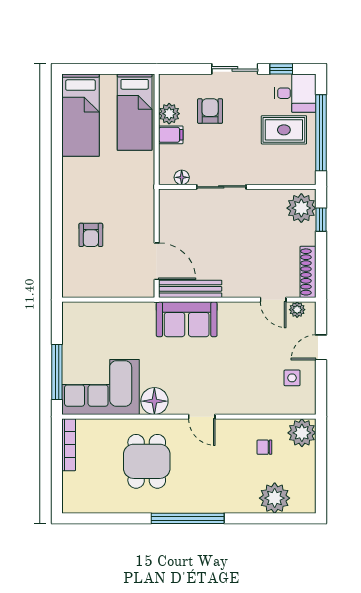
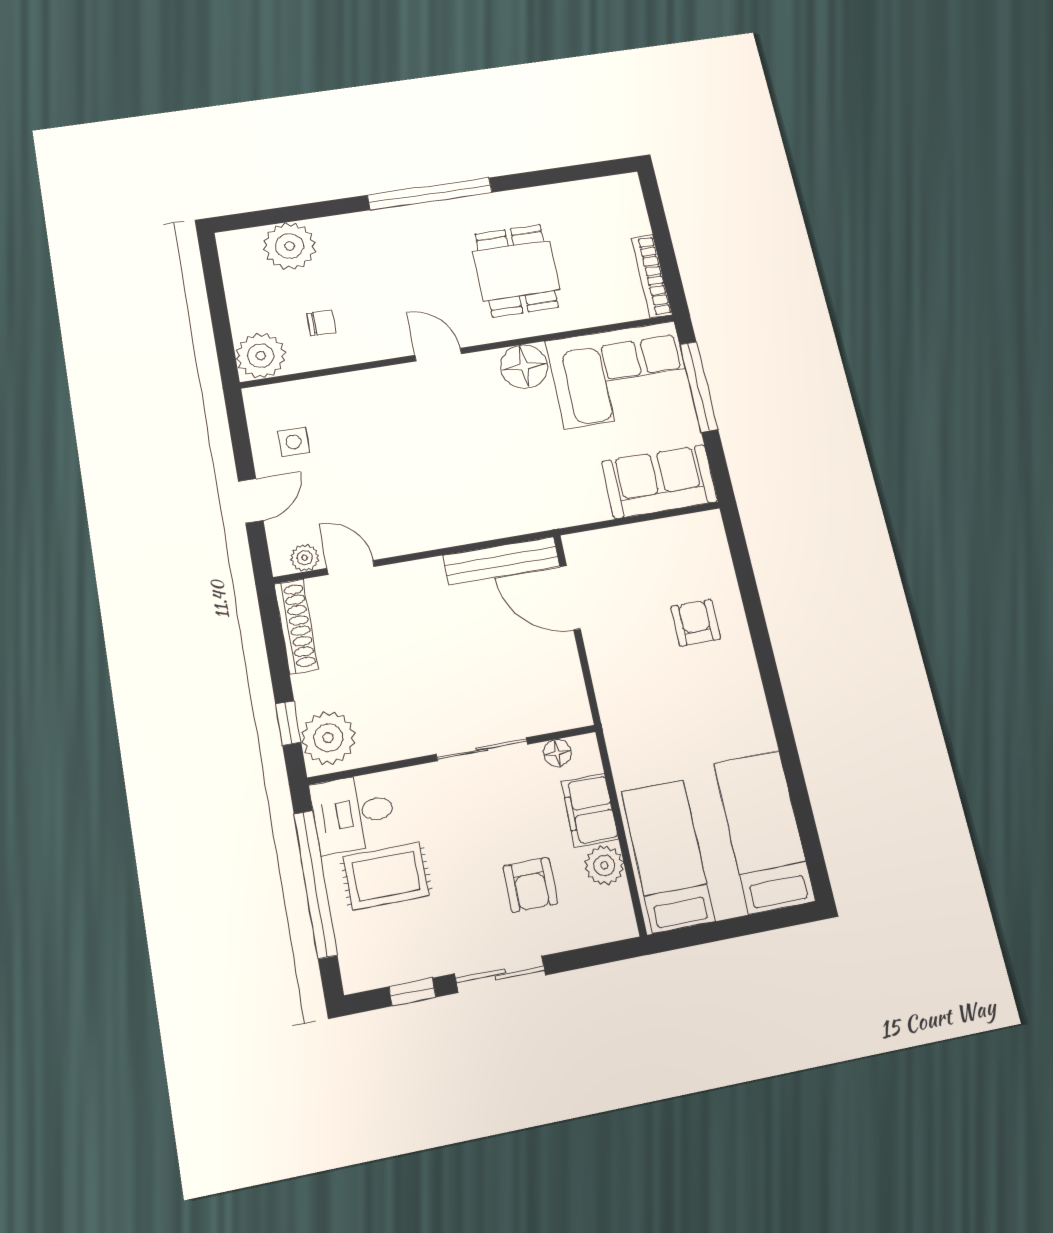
desk: (295, 93) -> (353, 813), moved
filing cabinet: (171, 135) -> (590, 810), width x2.00
sofa: (187, 319) -> (660, 481), moved

